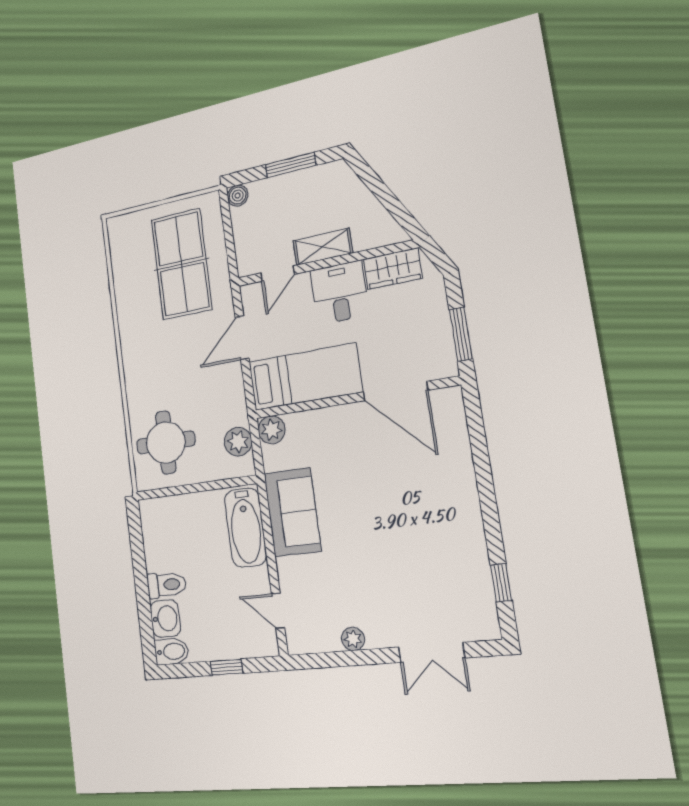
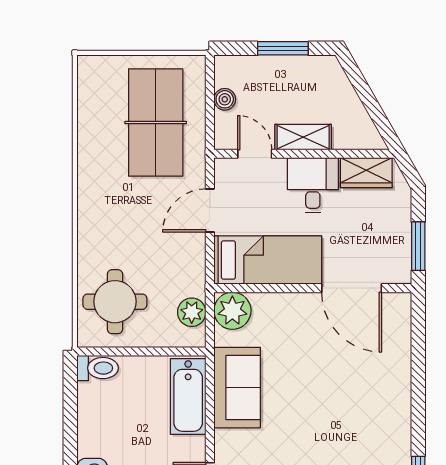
boiler: (238, 196) -> (225, 99), moved
door: (278, 274) -> (255, 154), swing flipped
plant: (272, 430) -> (232, 311), width x1.36, depth x1.36
toilet: (167, 585) -> (98, 368), moved

